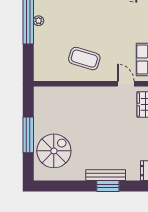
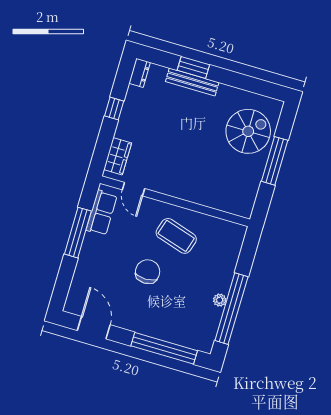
chair: (98, 26) -> (148, 272), added
spiral stairs: (54, 151) -> (248, 131), turned 180

